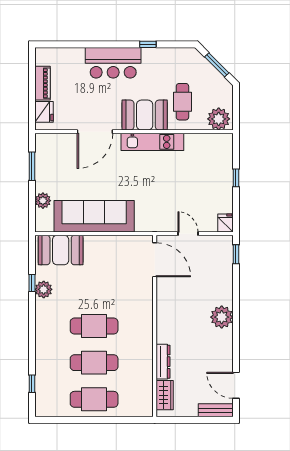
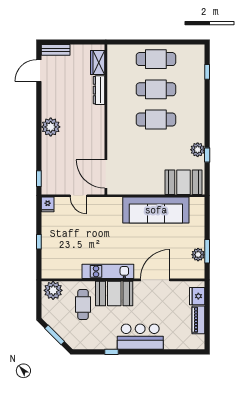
plant: (43, 201) -> (198, 255), moved
door: (236, 385) -> (39, 71), swing flipped

